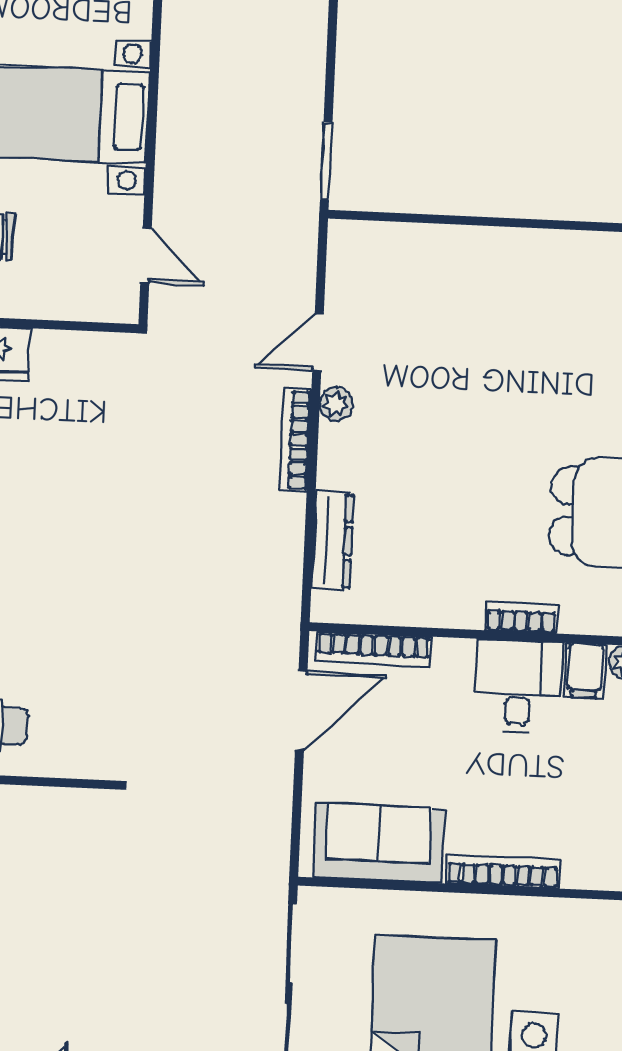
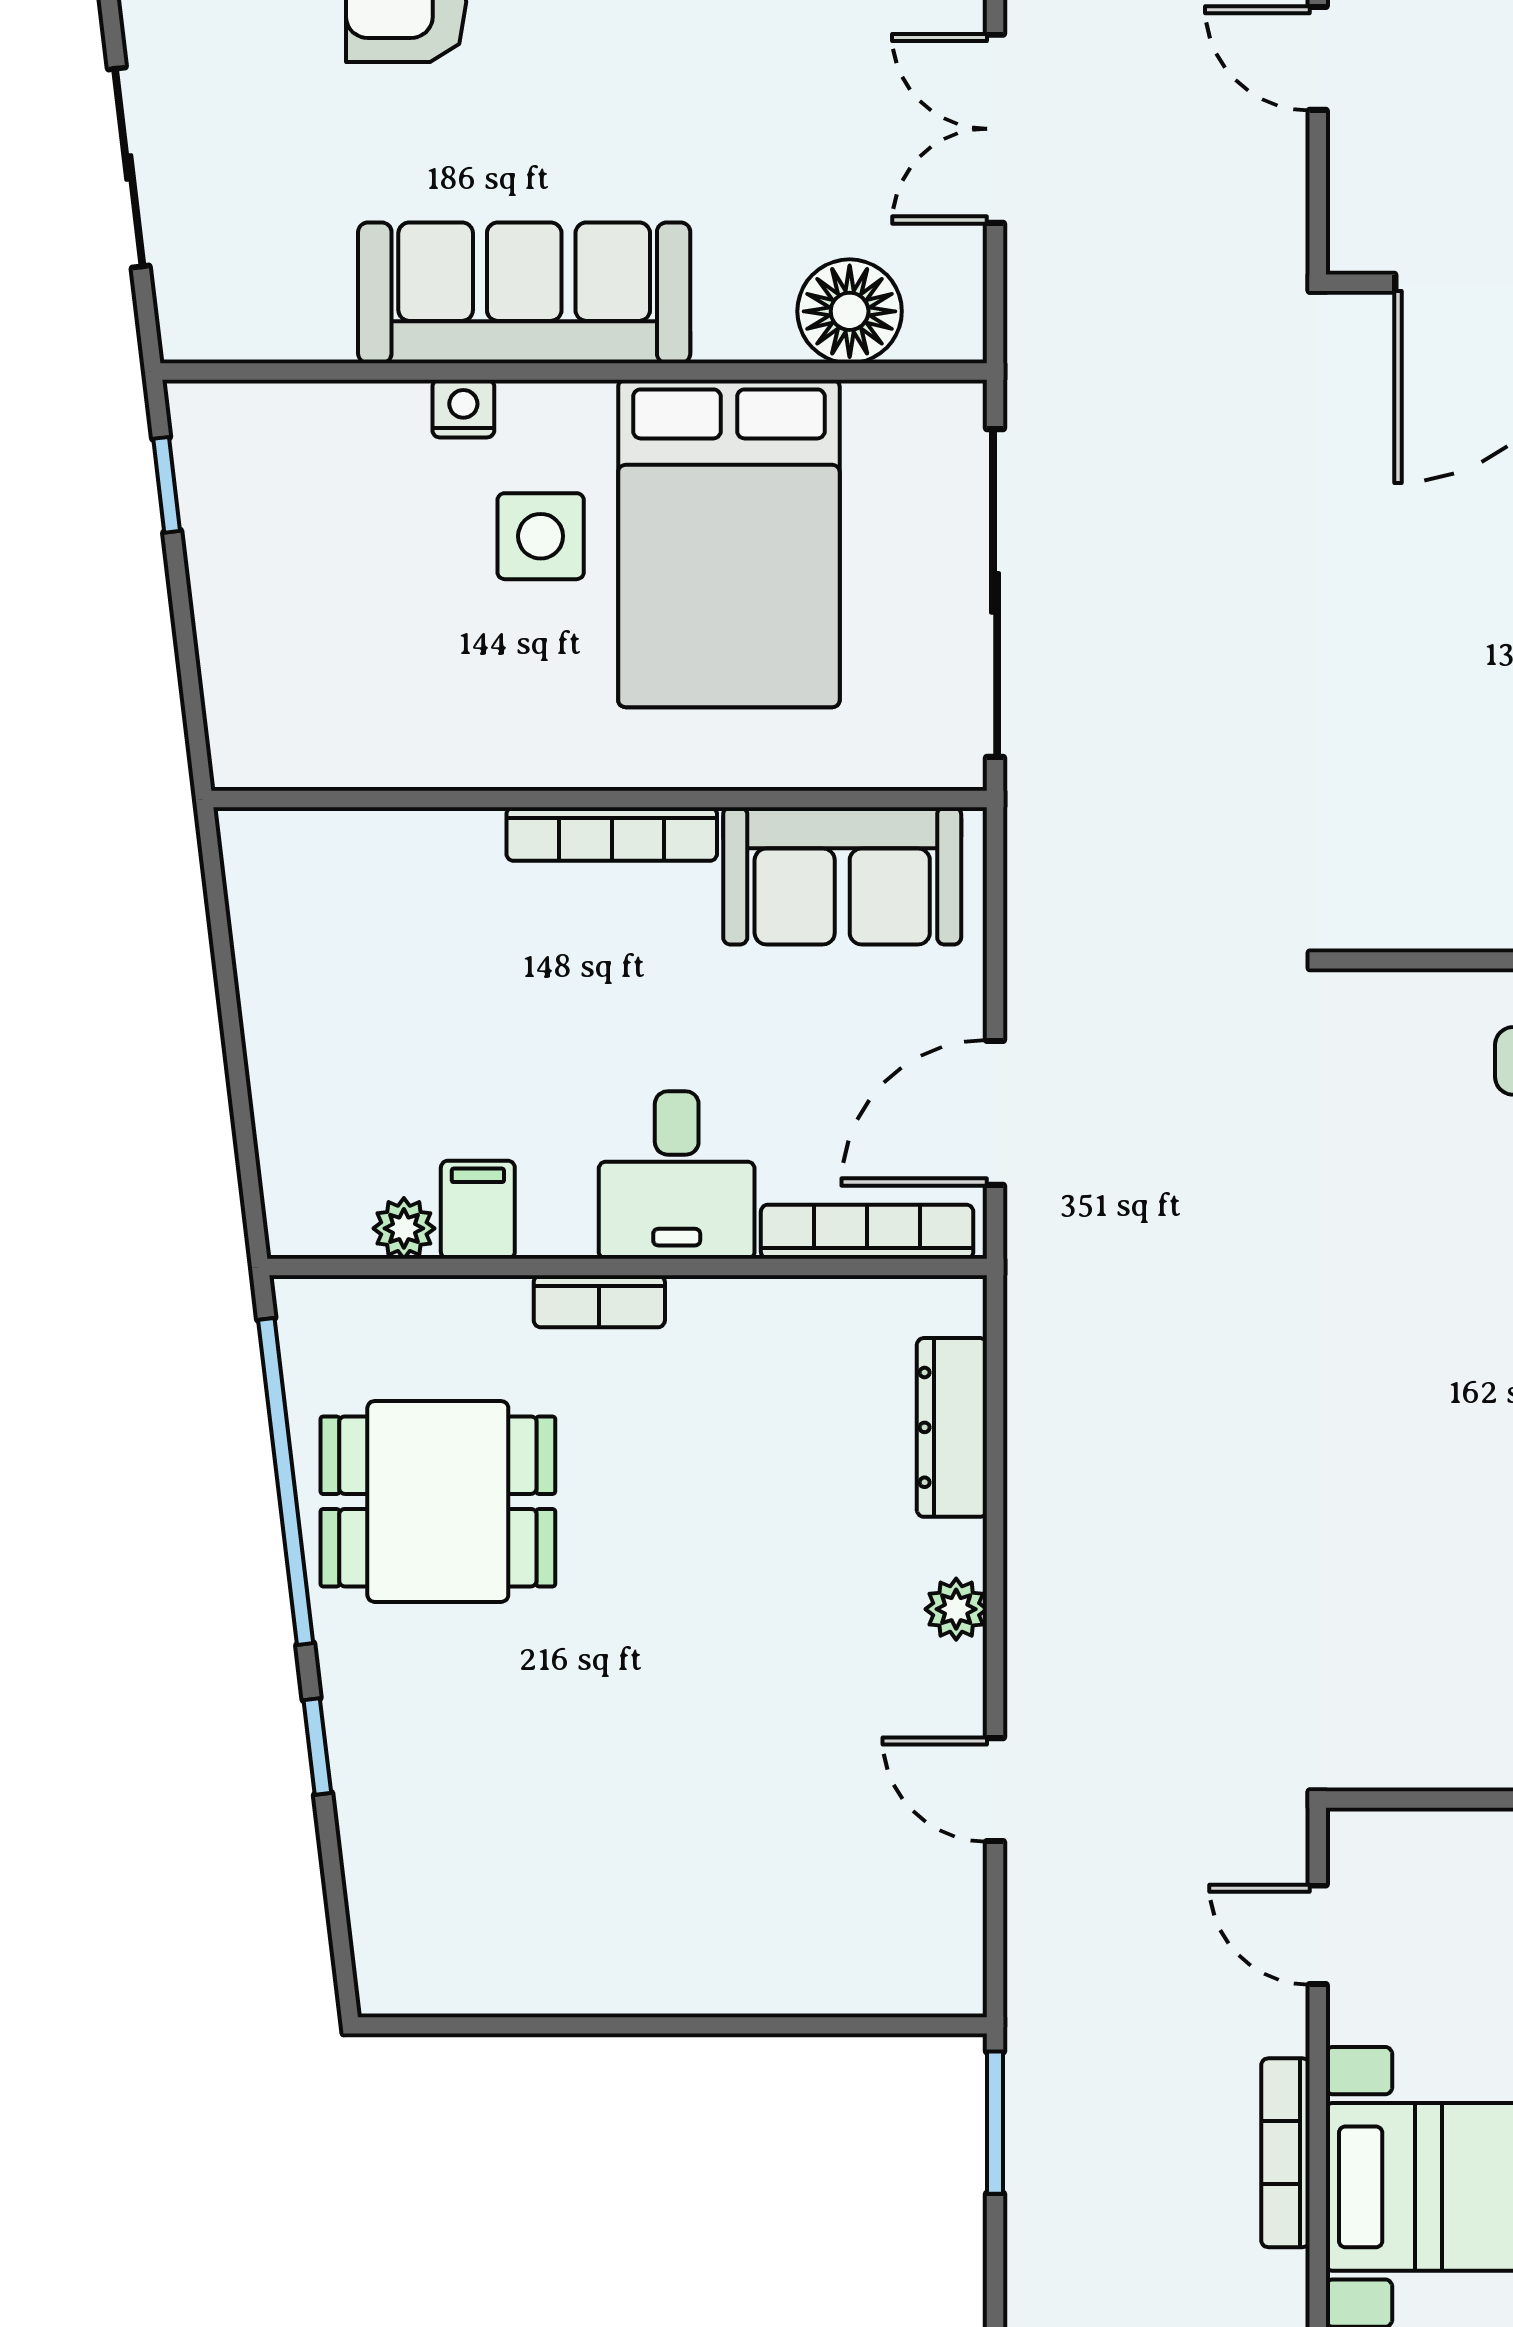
door: (318, 342) -> (995, 1790), swing flipped
plant: (336, 404) -> (956, 1609), moved
bookcase: (296, 440) -> (1285, 2153), moved, turned 180
desk: (518, 686) -> (677, 1175), moved

